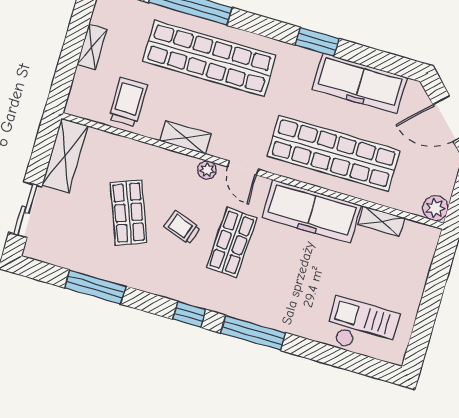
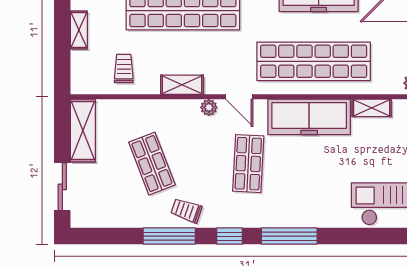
trolley: (128, 102) -> (124, 69), width x0.73, depth x0.72
trolley: (182, 227) -> (186, 210), moved
window: (95, 287) -> (169, 236), moved

